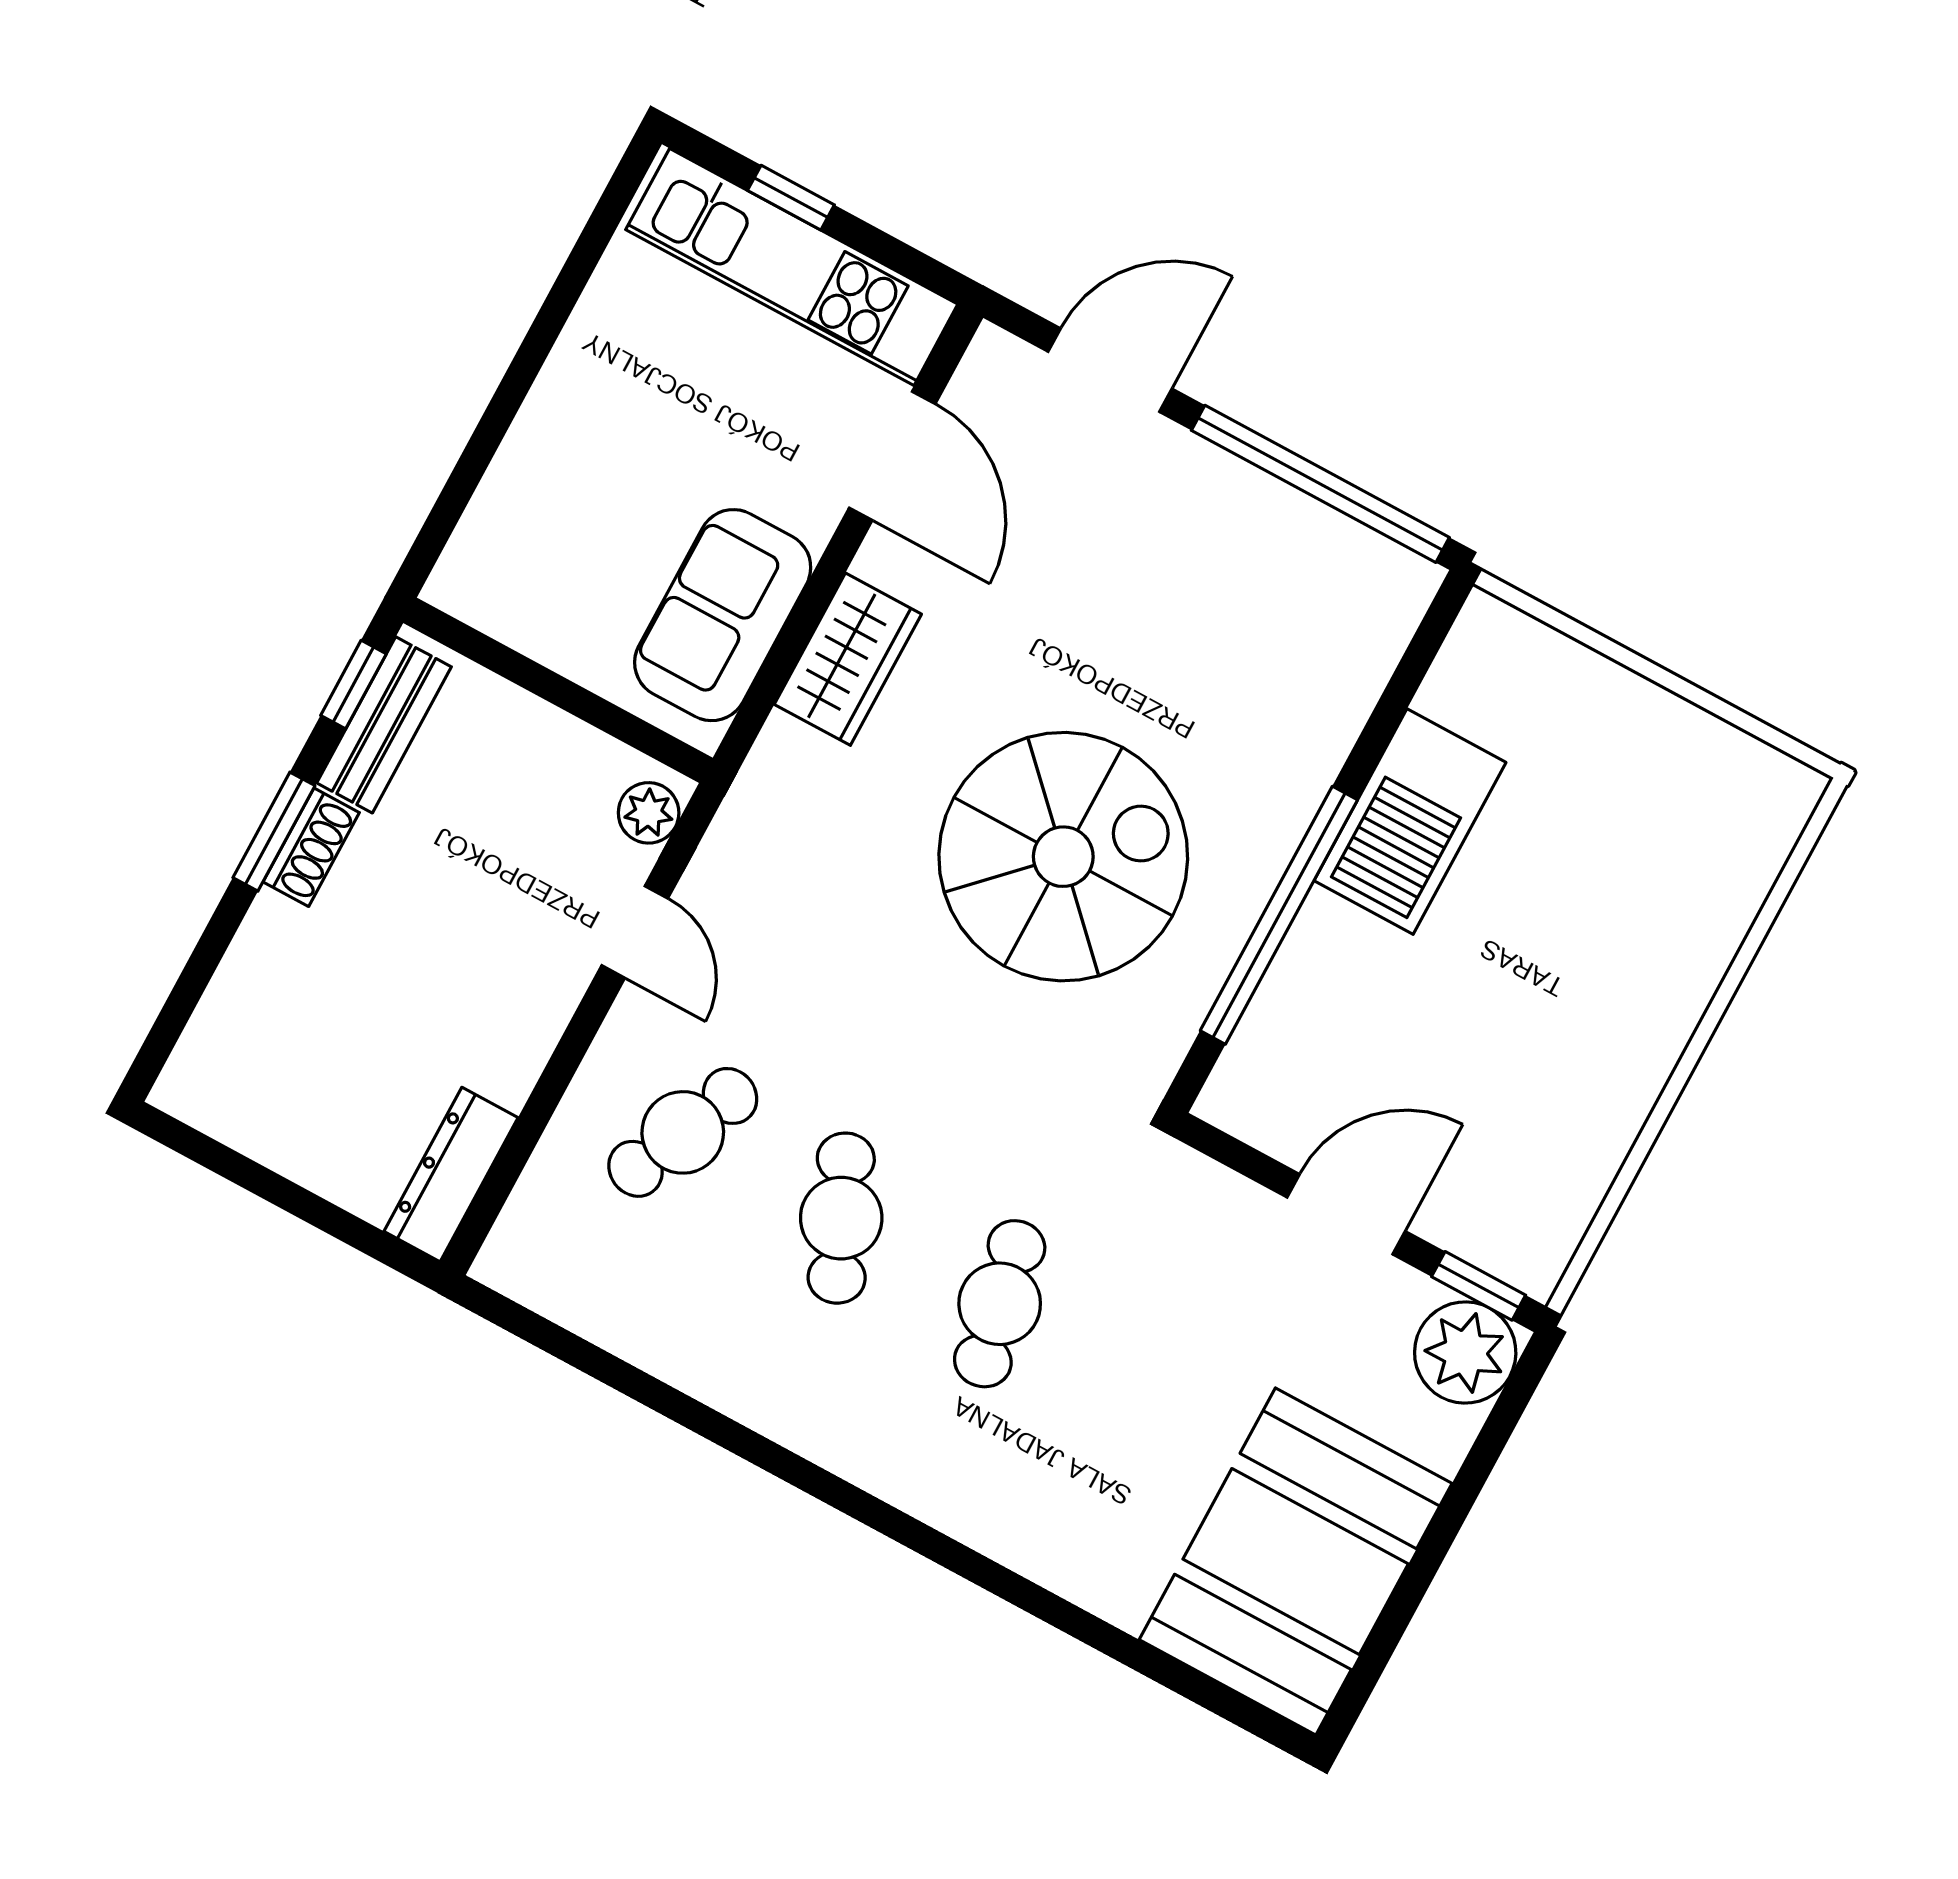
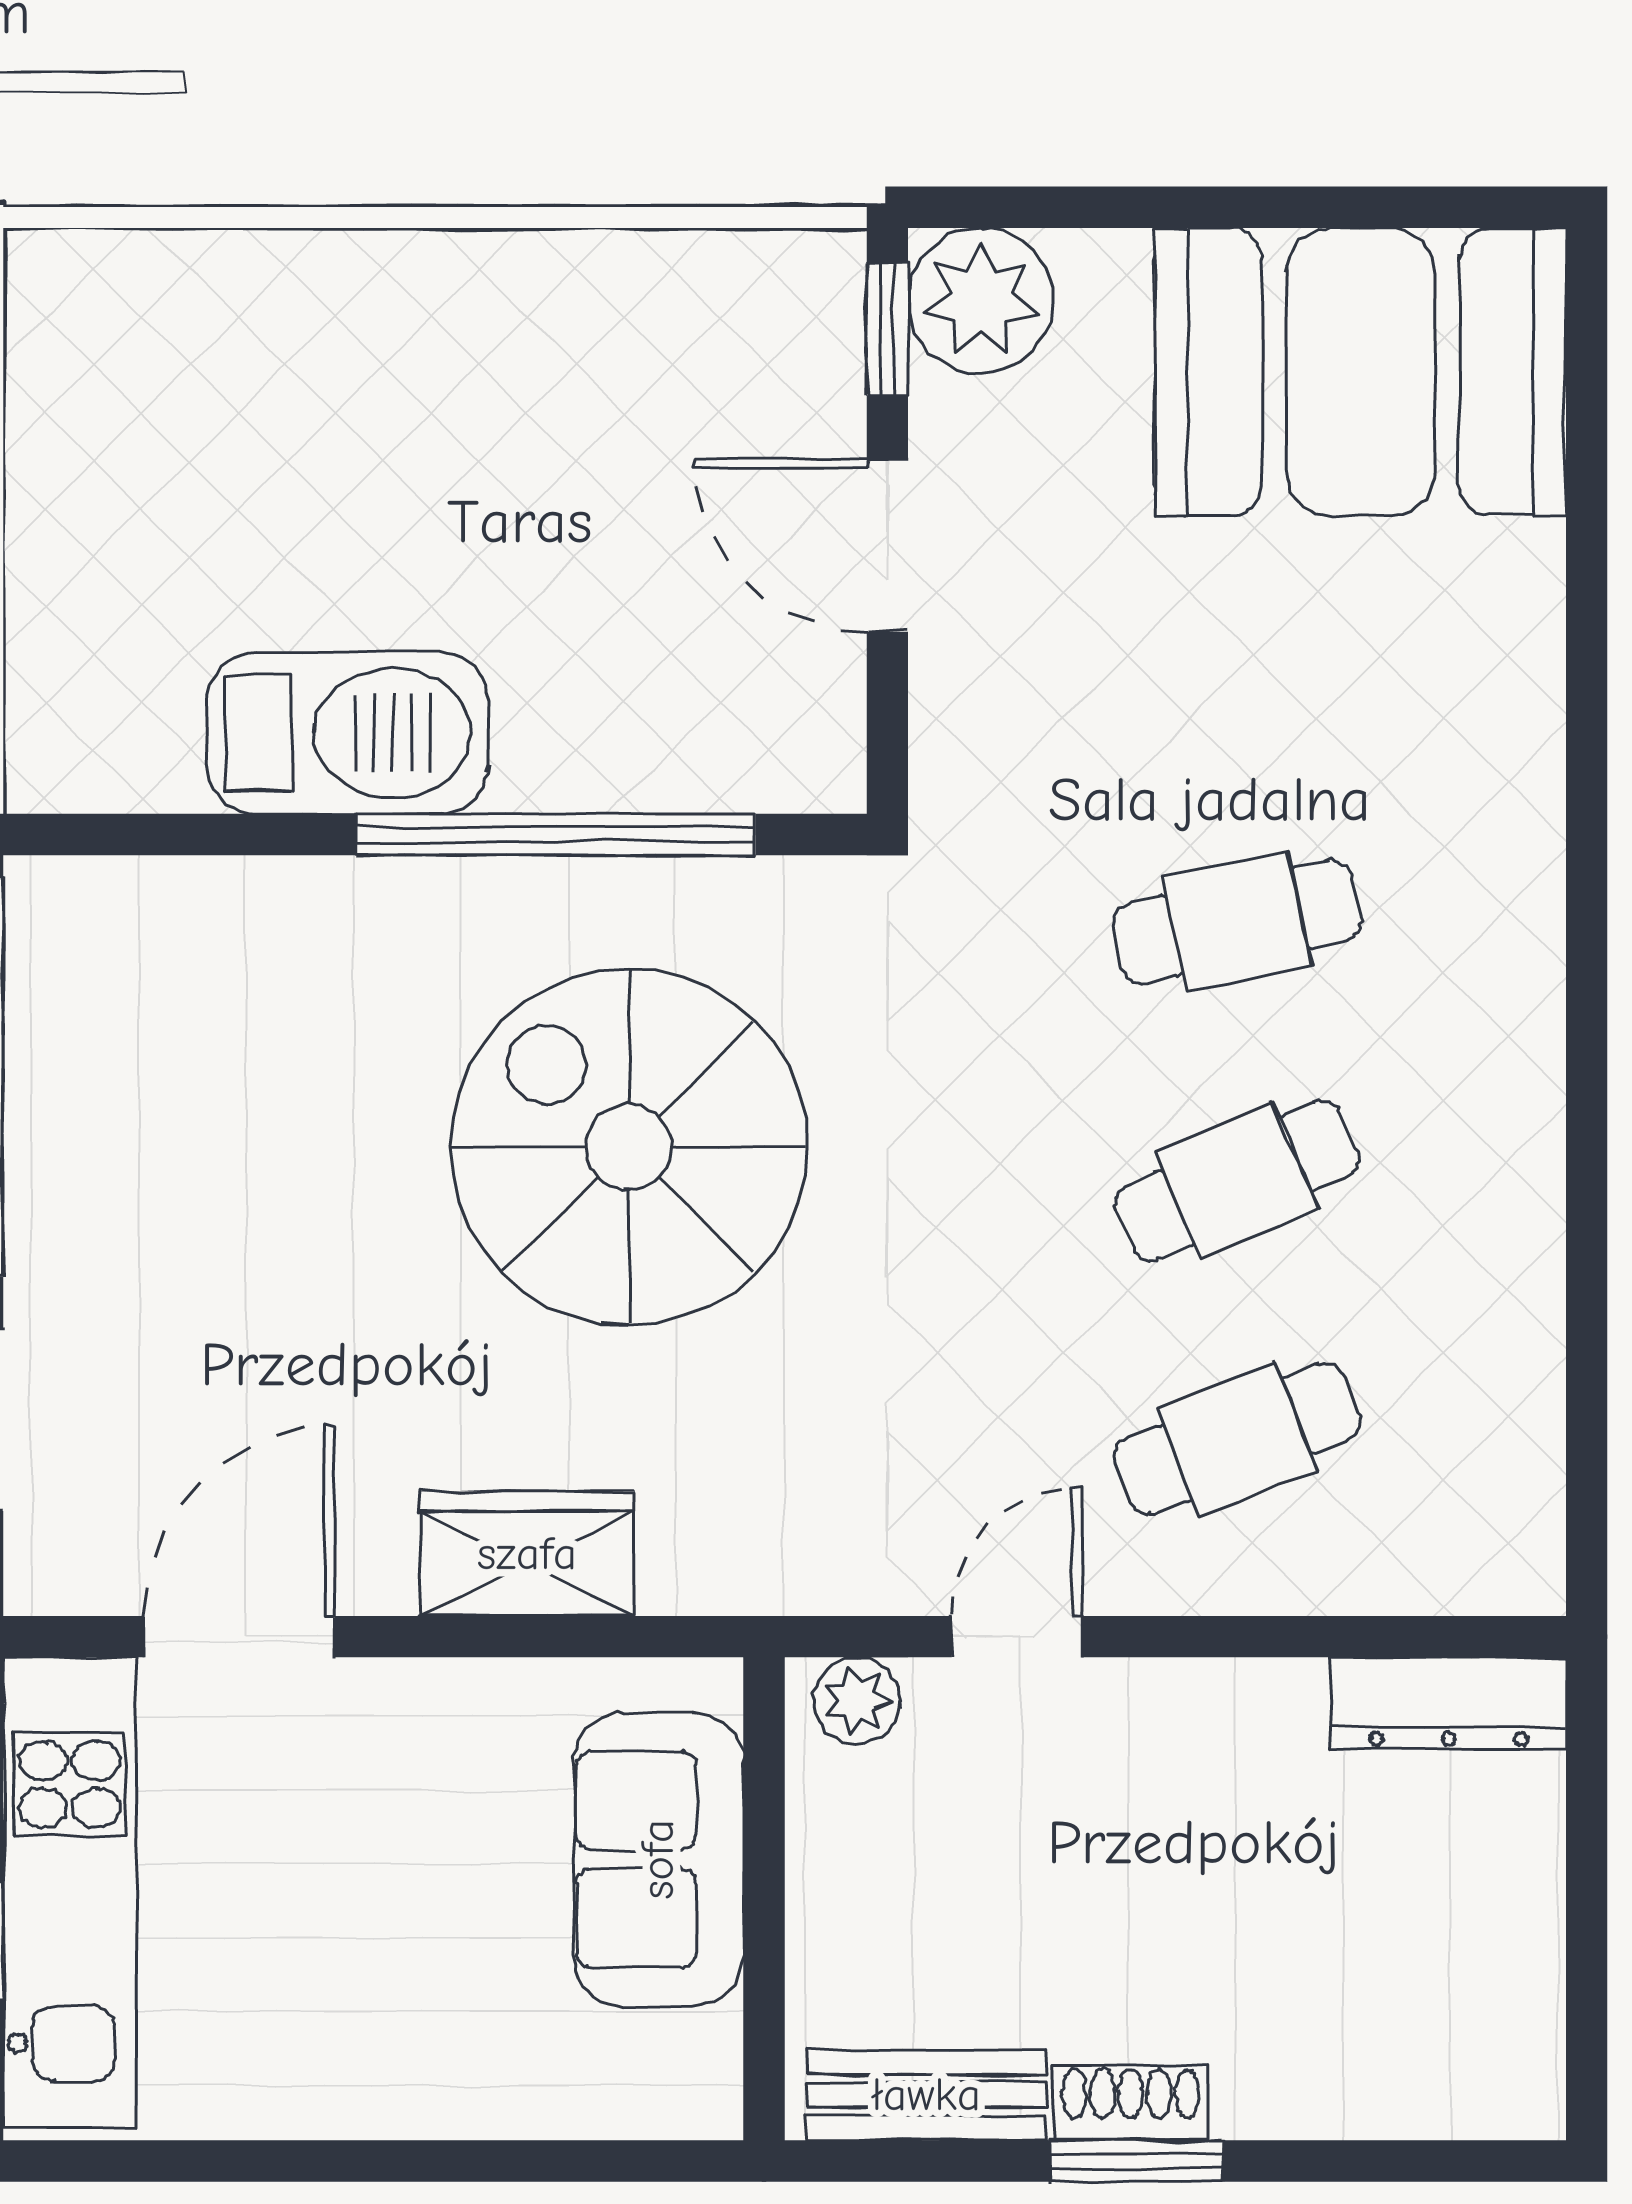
sofa: (723, 615) -> (658, 1859), moved, turned 90
window: (353, 685) -> (896, 2161), removed
cafe table: (683, 1132) -> (1237, 1439), turned -45

